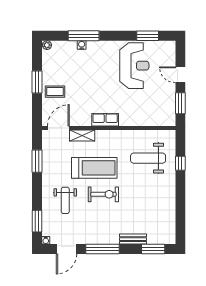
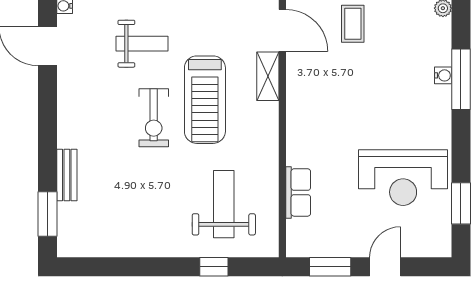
row of seats: (105, 120) -> (298, 192), moved
weight bench: (65, 200) -> (142, 44), turned 180
window: (102, 249) -> (48, 116), removed

